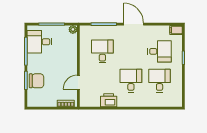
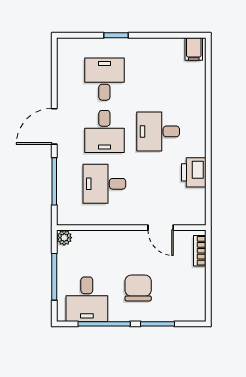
filing cabinet: (176, 30) -> (194, 49), moved
chair: (37, 81) -> (138, 288), moved
desk: (160, 81) -> (104, 131), moved, turned -90

